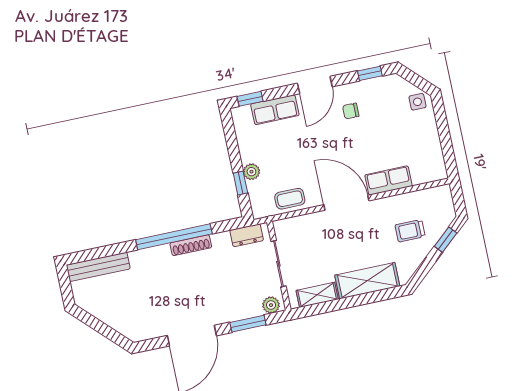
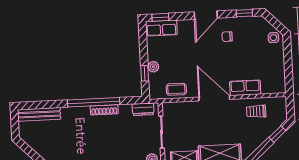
row of seats: (275, 110) -> (161, 28), moved
trolley: (410, 231) -> (256, 111), moved

